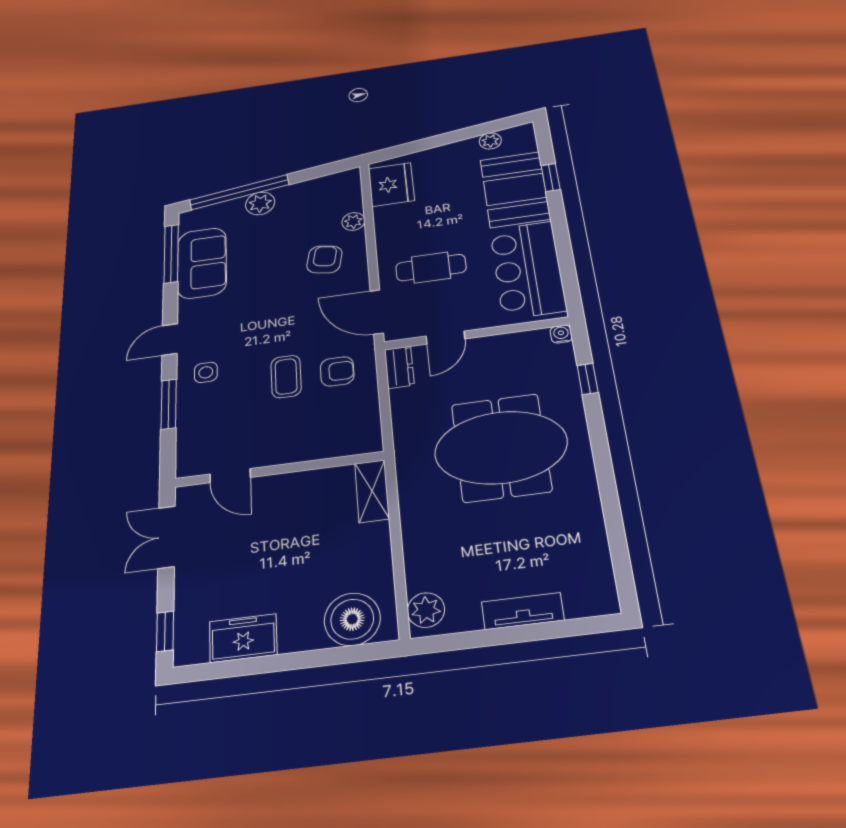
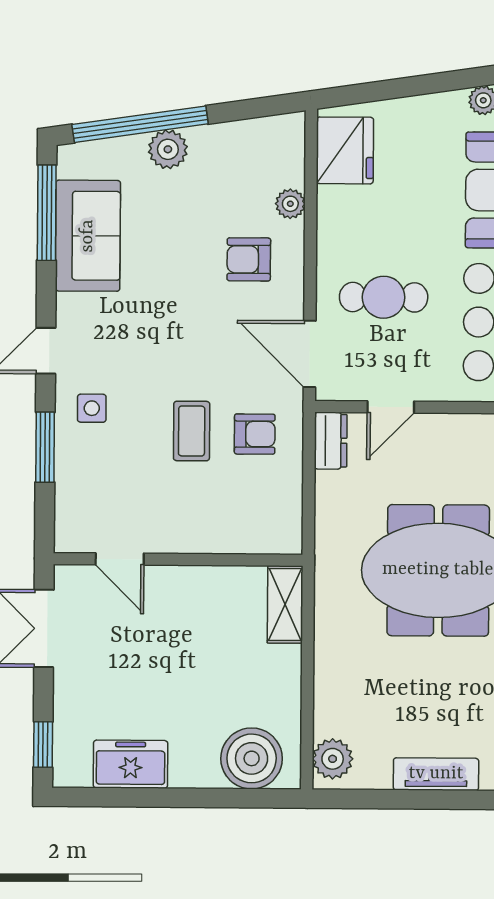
armchair: (324, 259) -> (249, 259), turned -101

